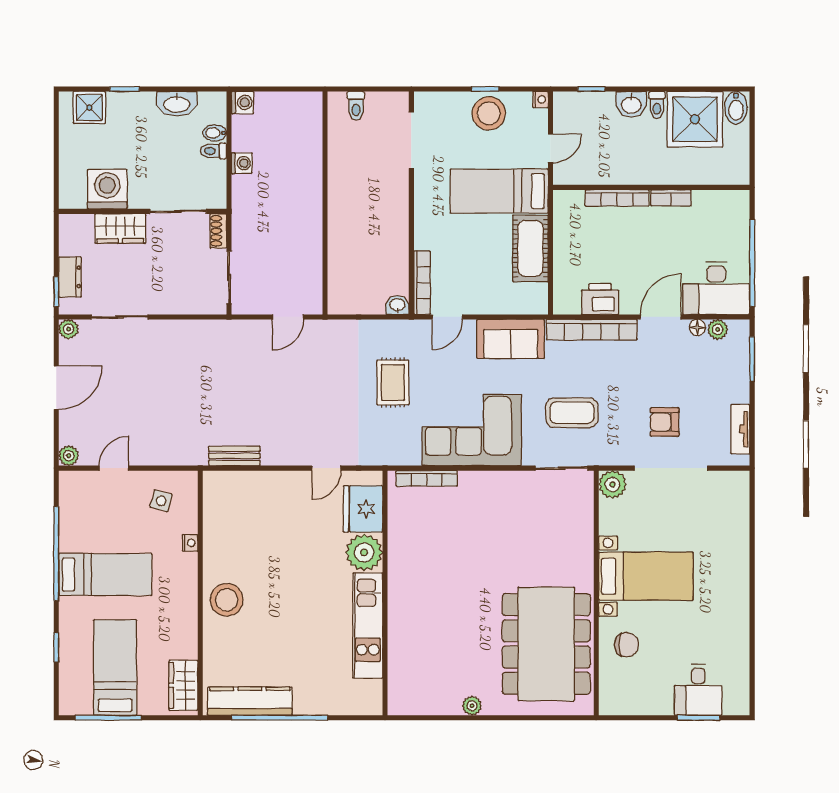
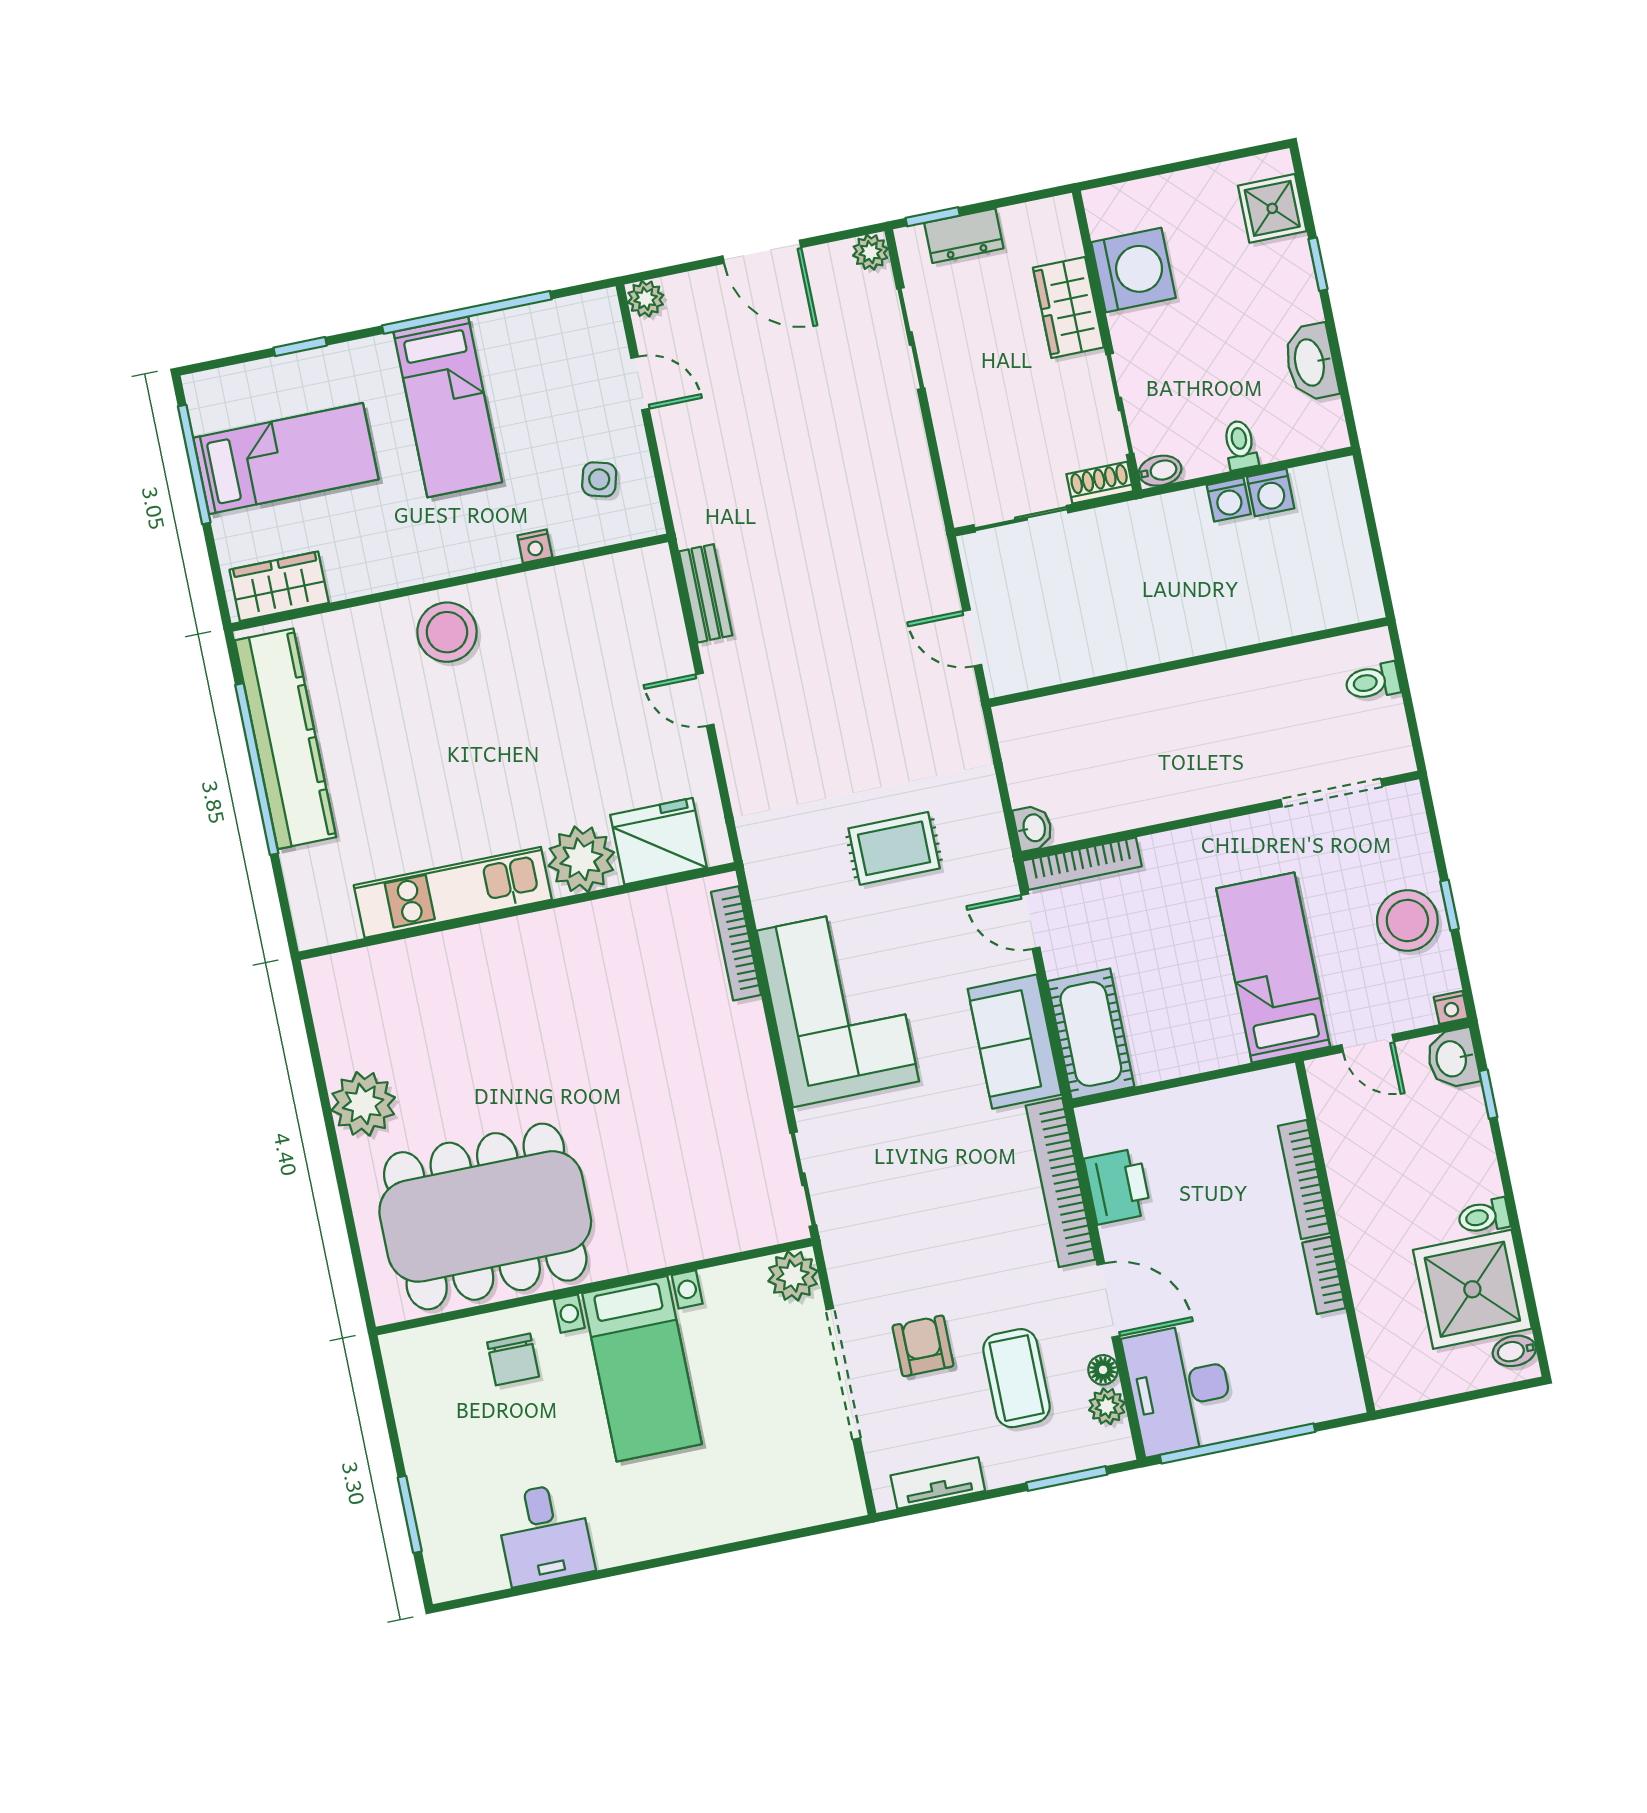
washing machine: (243, 103) -> (1271, 493), moved
washbasin: (631, 104) -> (1453, 1059), moved
bidet: (736, 108) -> (1514, 1351), width x0.72, depth x0.74
bidet: (215, 133) -> (1160, 471), moved, turned 90
cot: (530, 248) -> (1091, 1034), moved, turned 90
coffee table: (572, 413) -> (1016, 1378), moved
door: (326, 468) -> (705, 699), moved
desk: (698, 690) -> (545, 1534), moved, turned -90
kitchen counter: (250, 701) -> (285, 739), width x1.39, depth x1.17
plant: (472, 706) -> (363, 1104), width x1.88, depth x1.88

